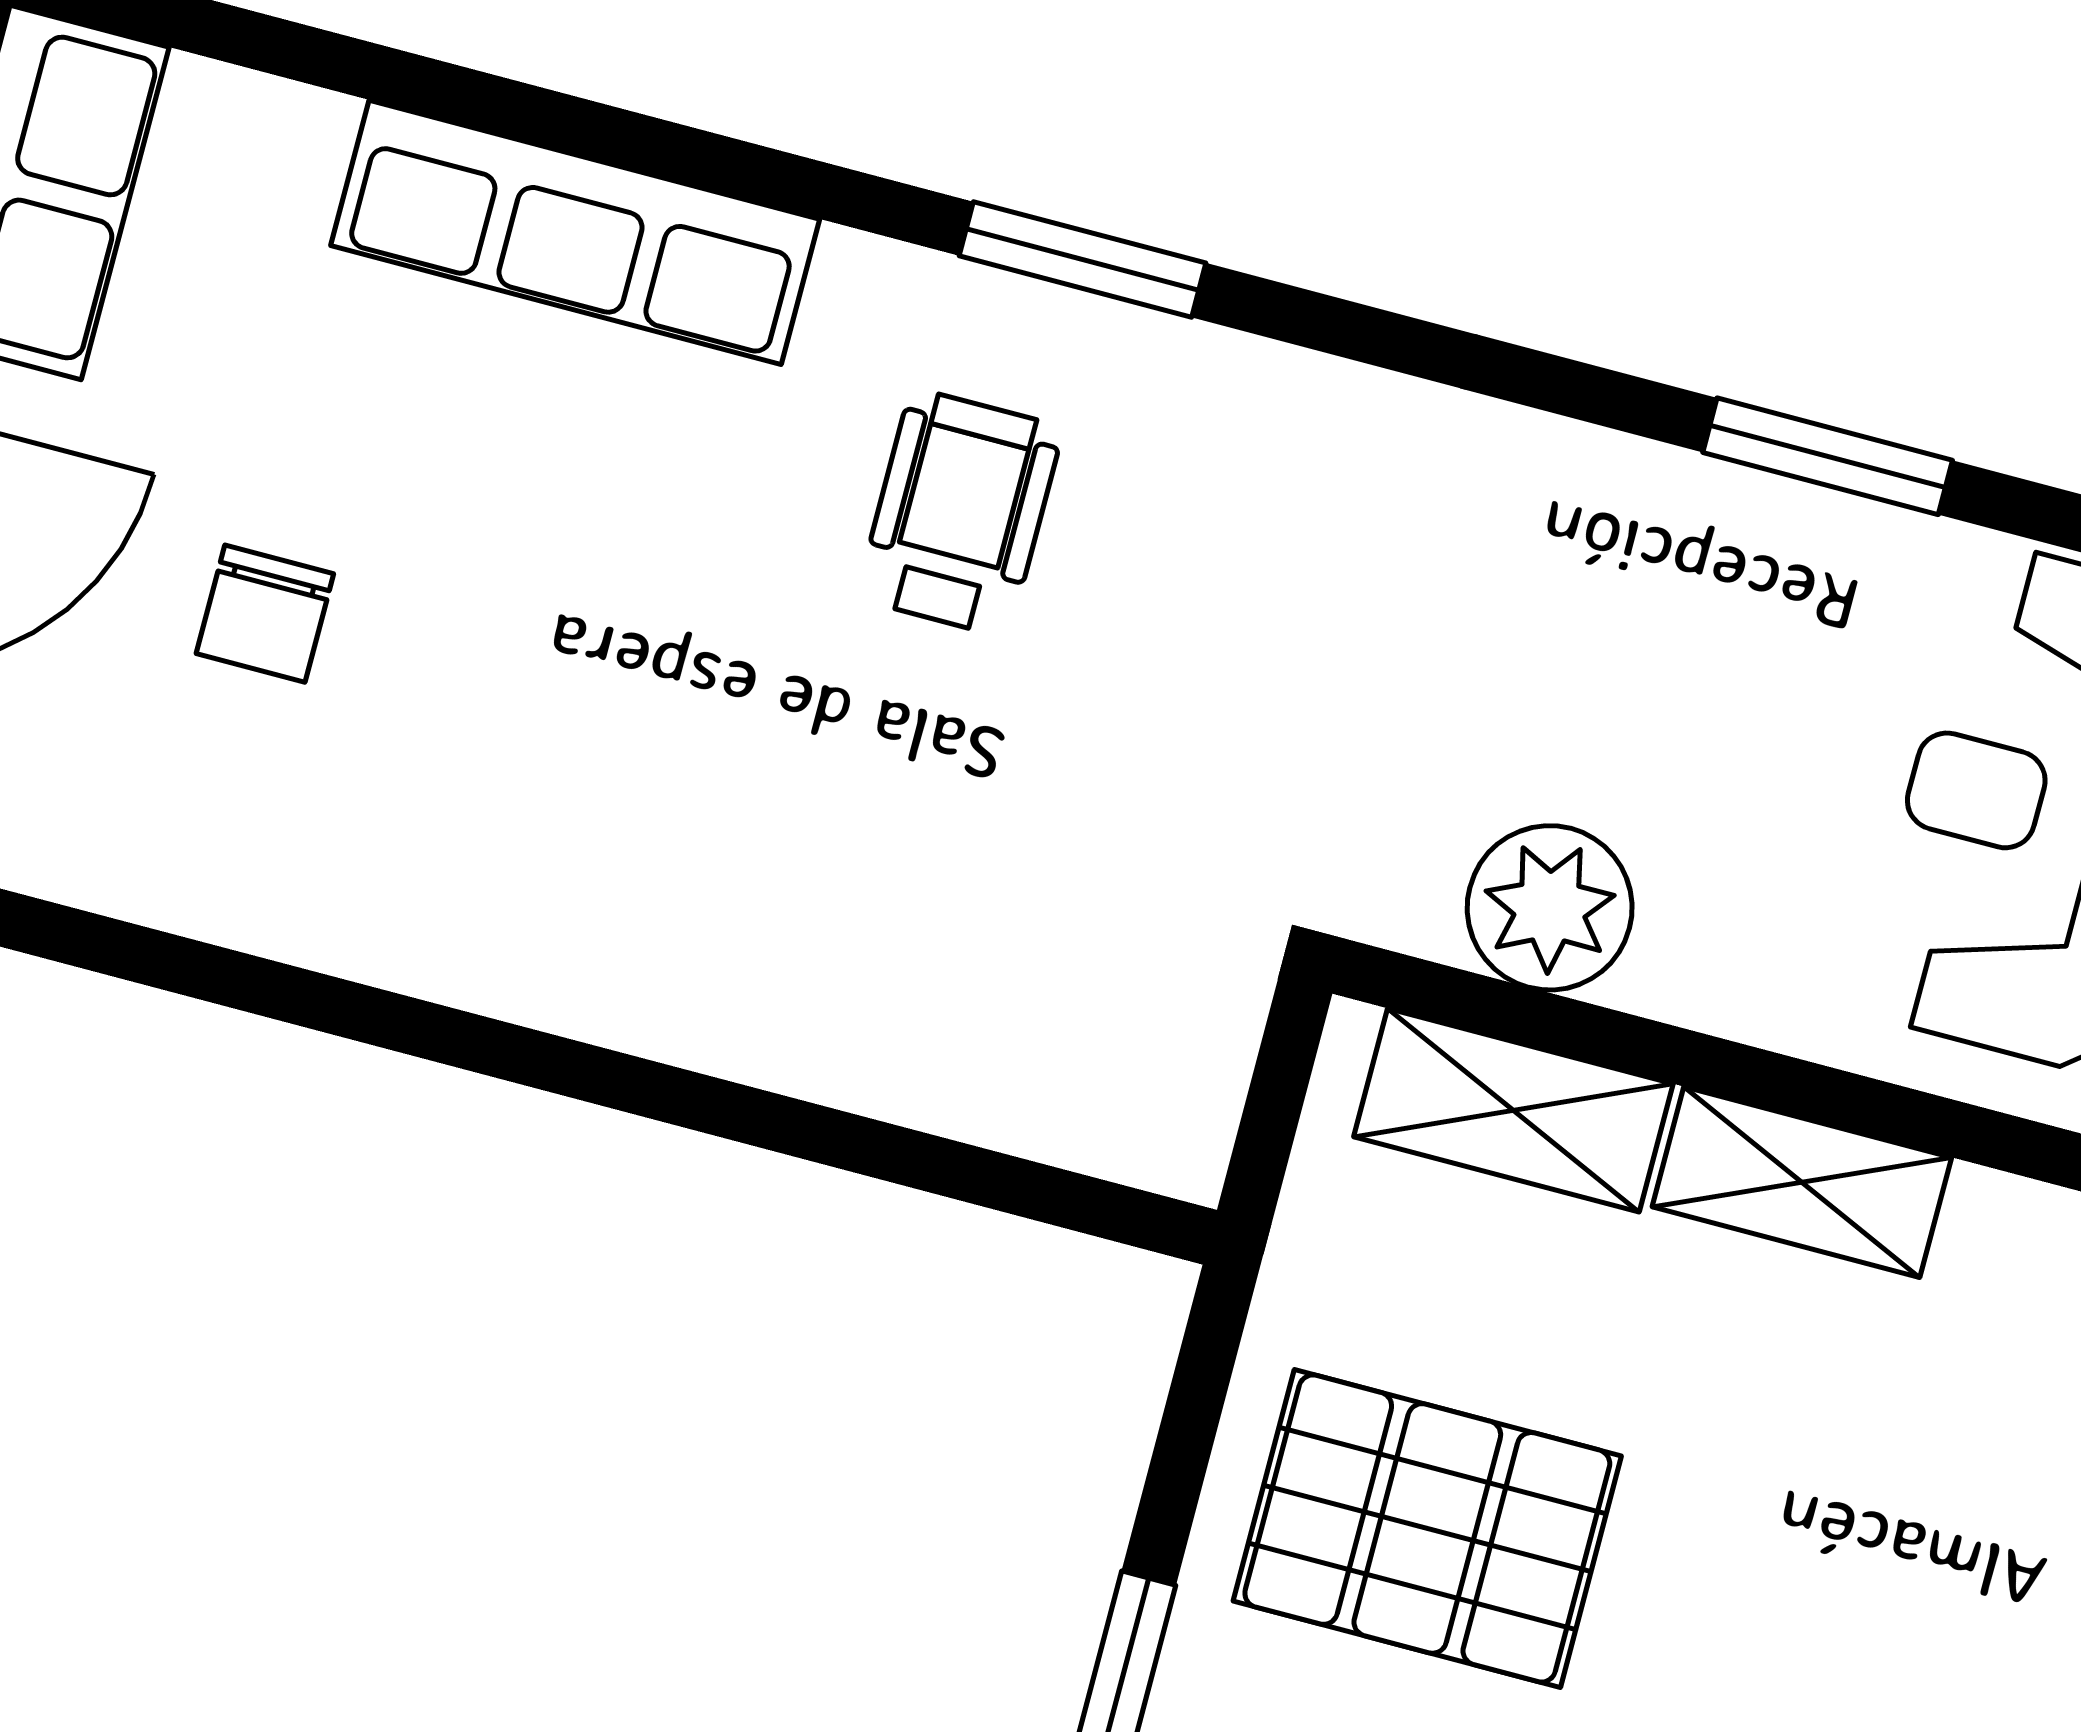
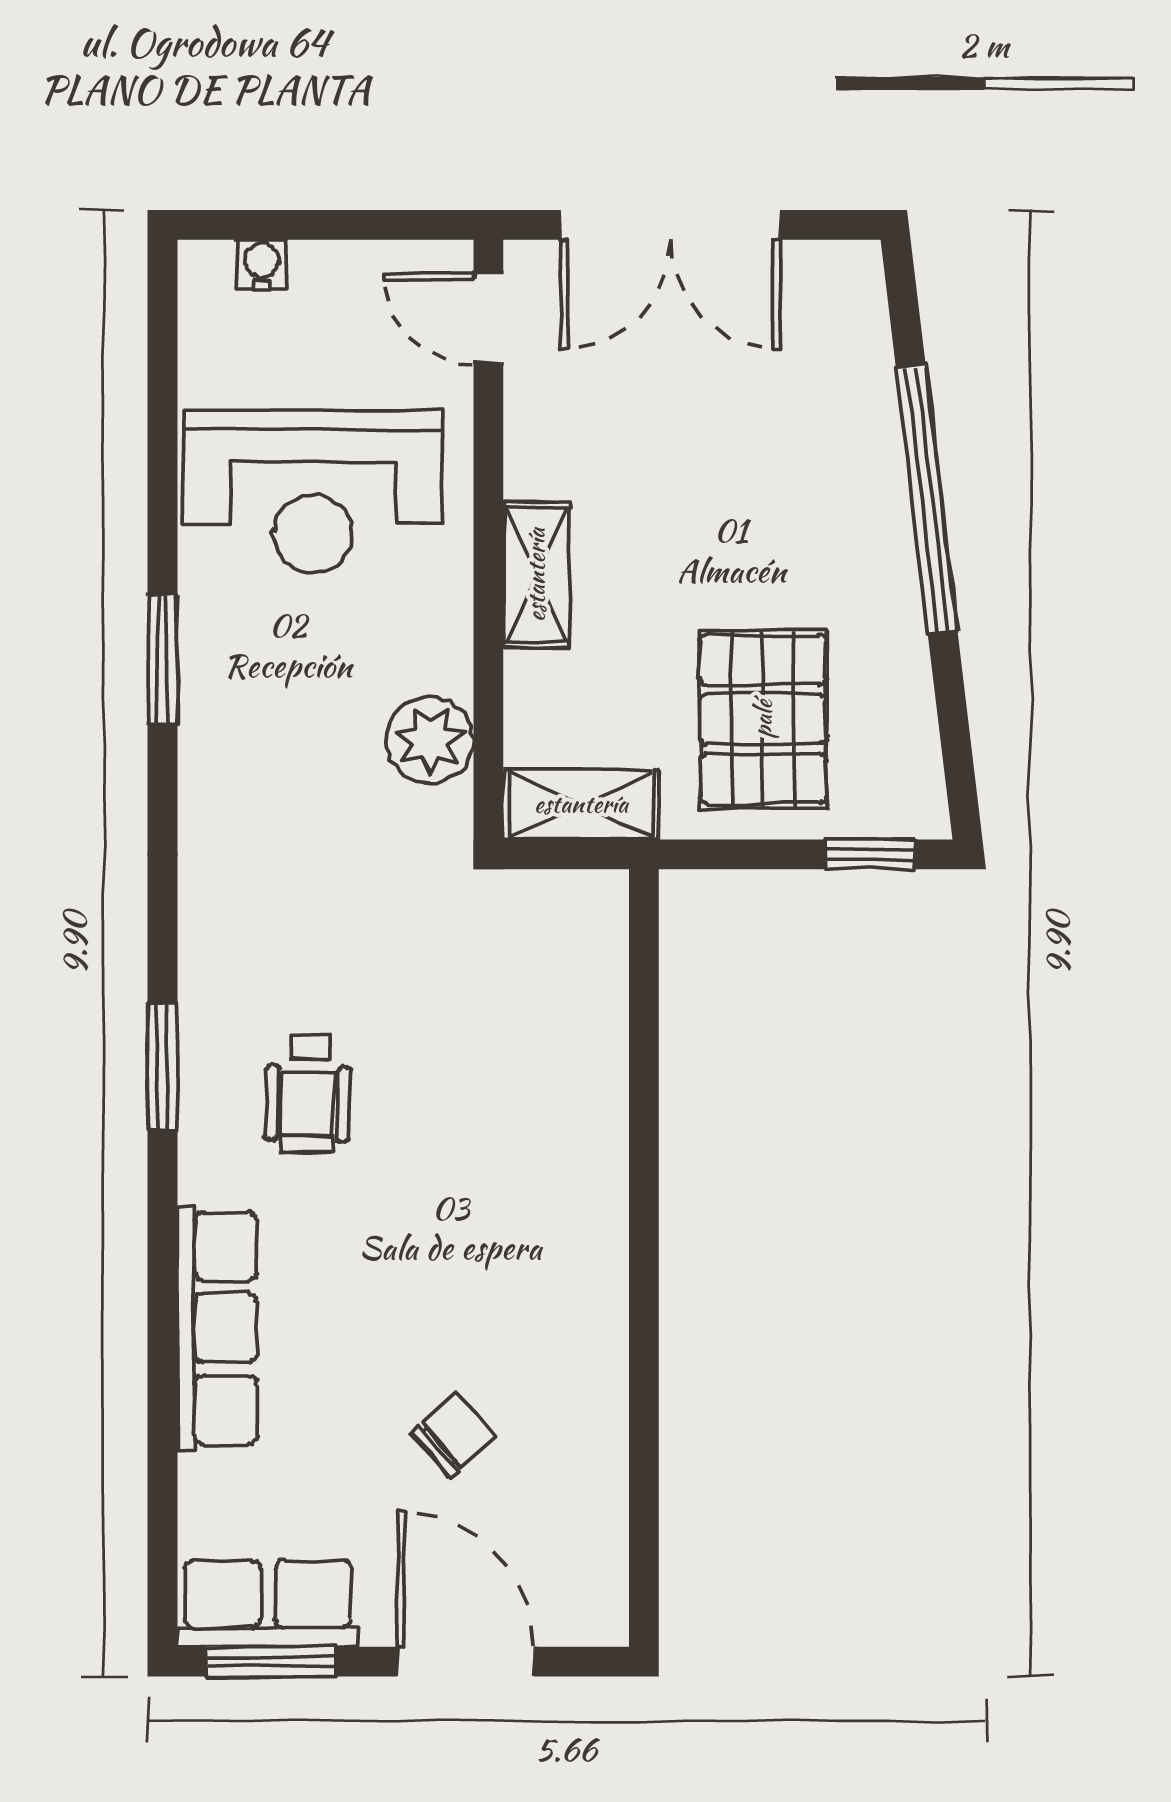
wheelchair: (960, 513) -> (308, 1094), turned -88
chair: (265, 614) -> (453, 1435), turned -41
shelving: (1513, 1110) -> (581, 804), moved, turned 90

